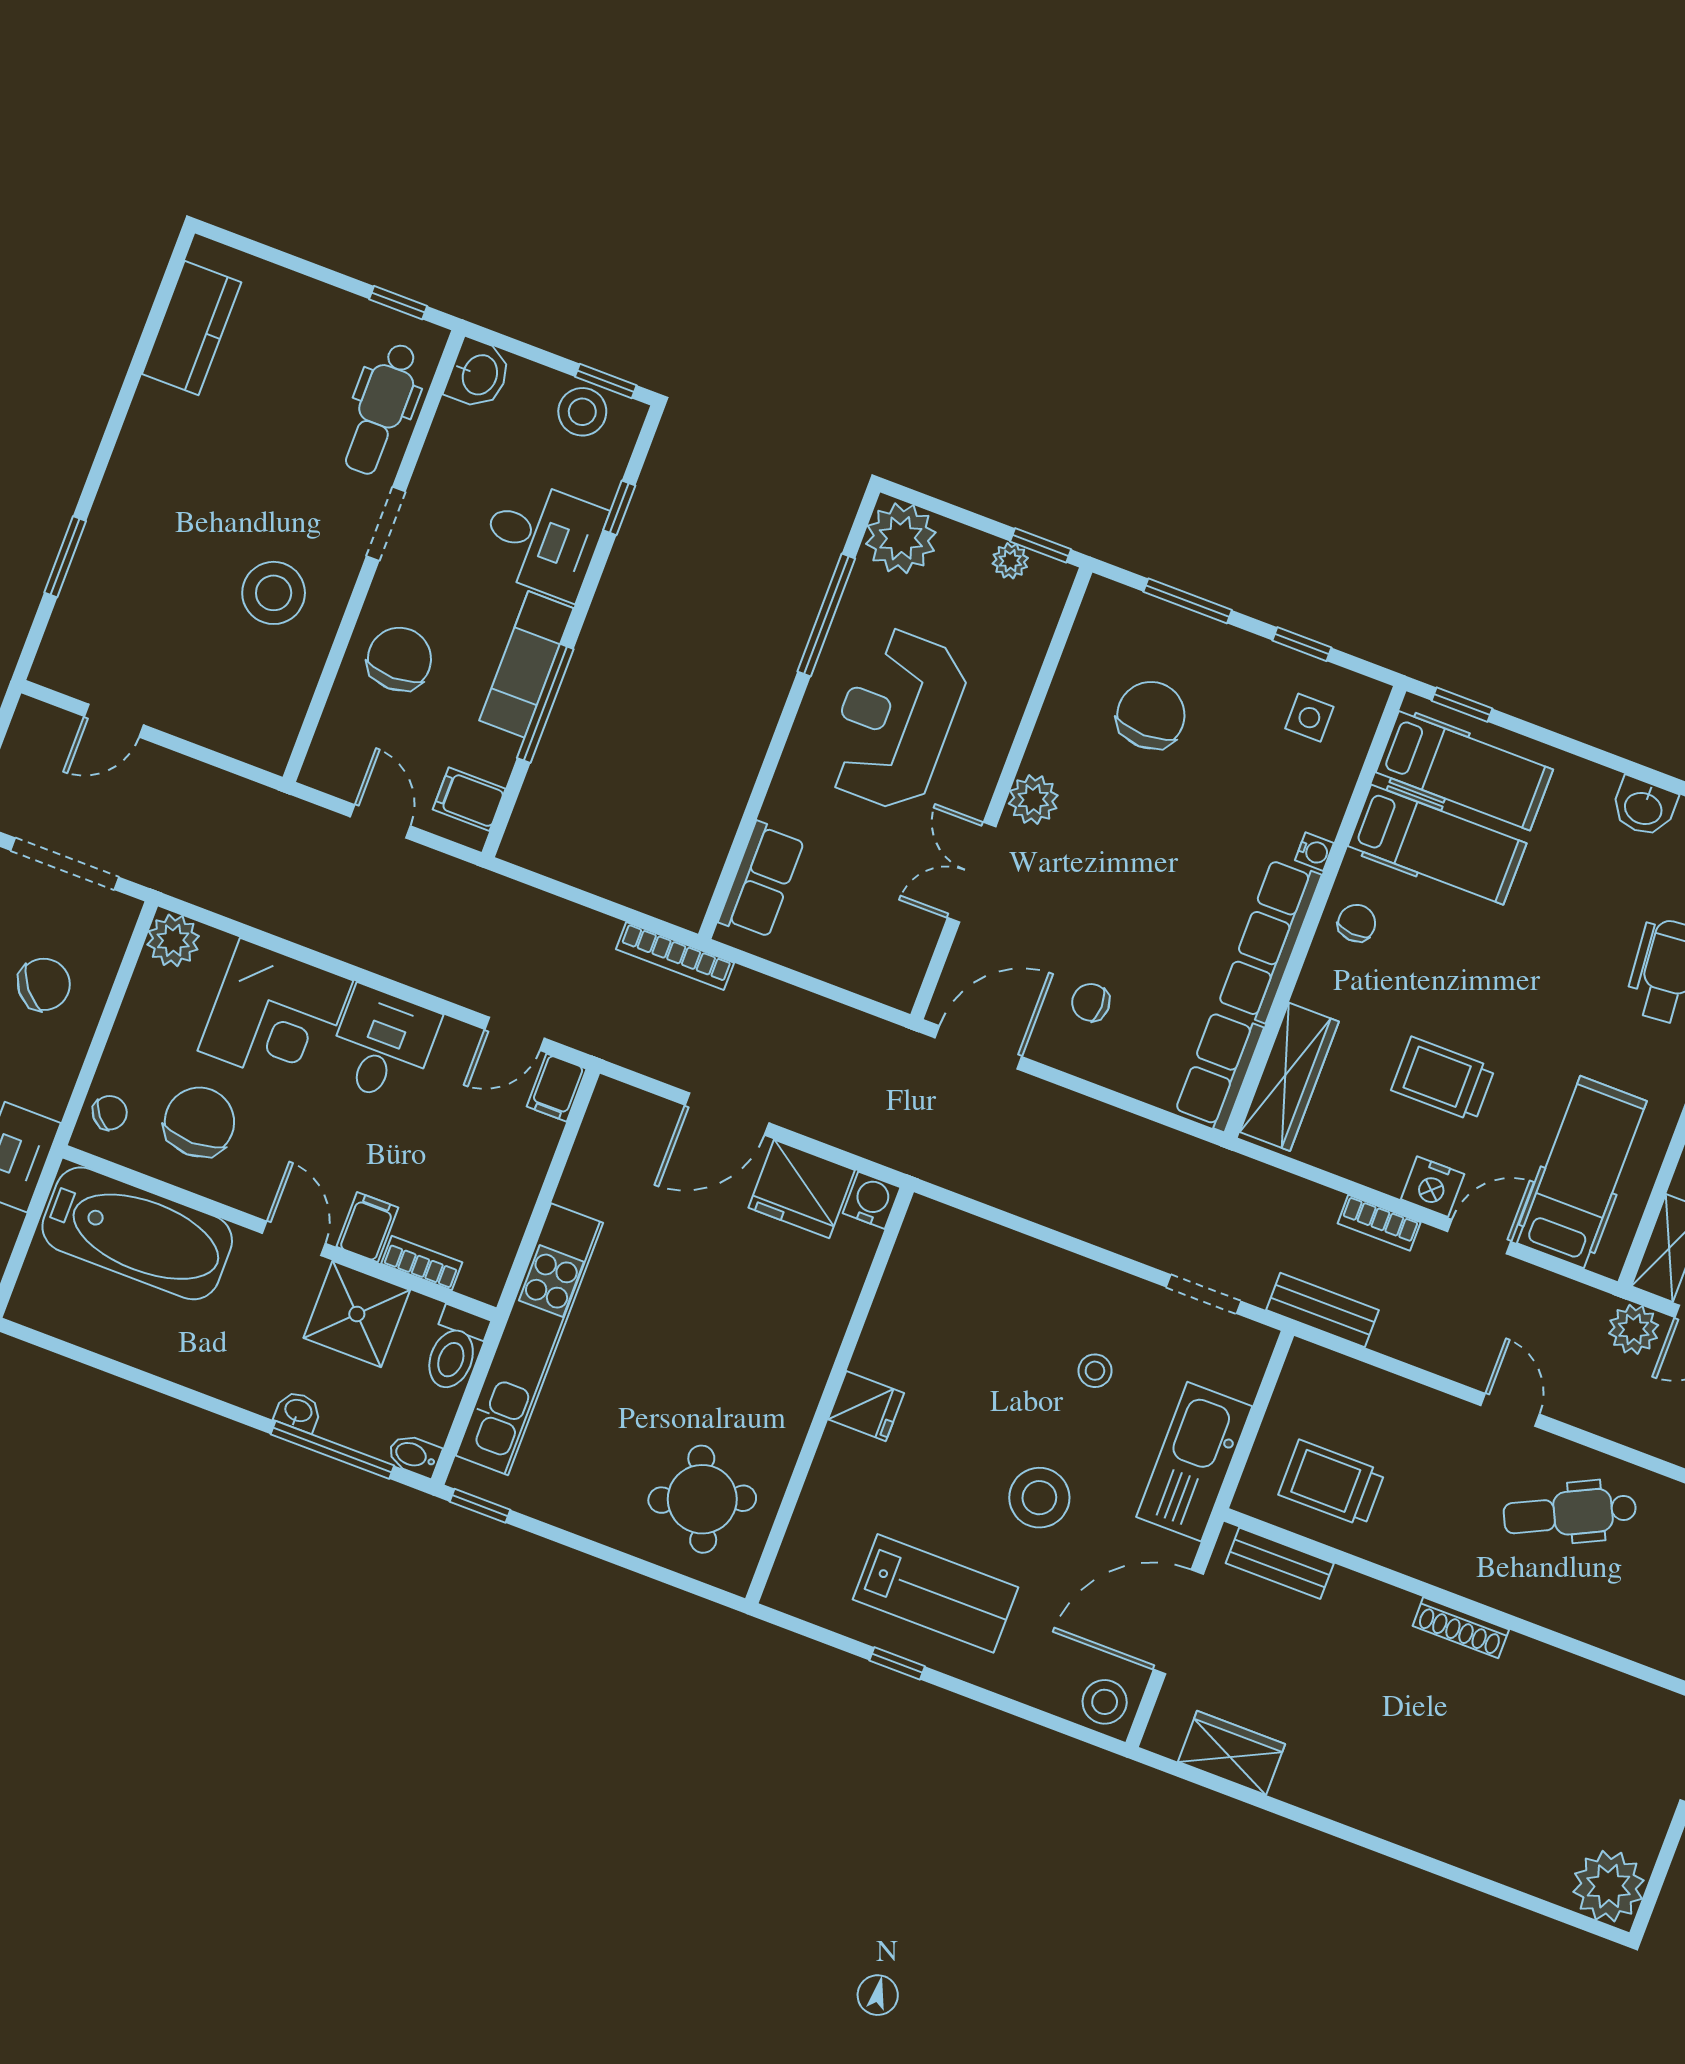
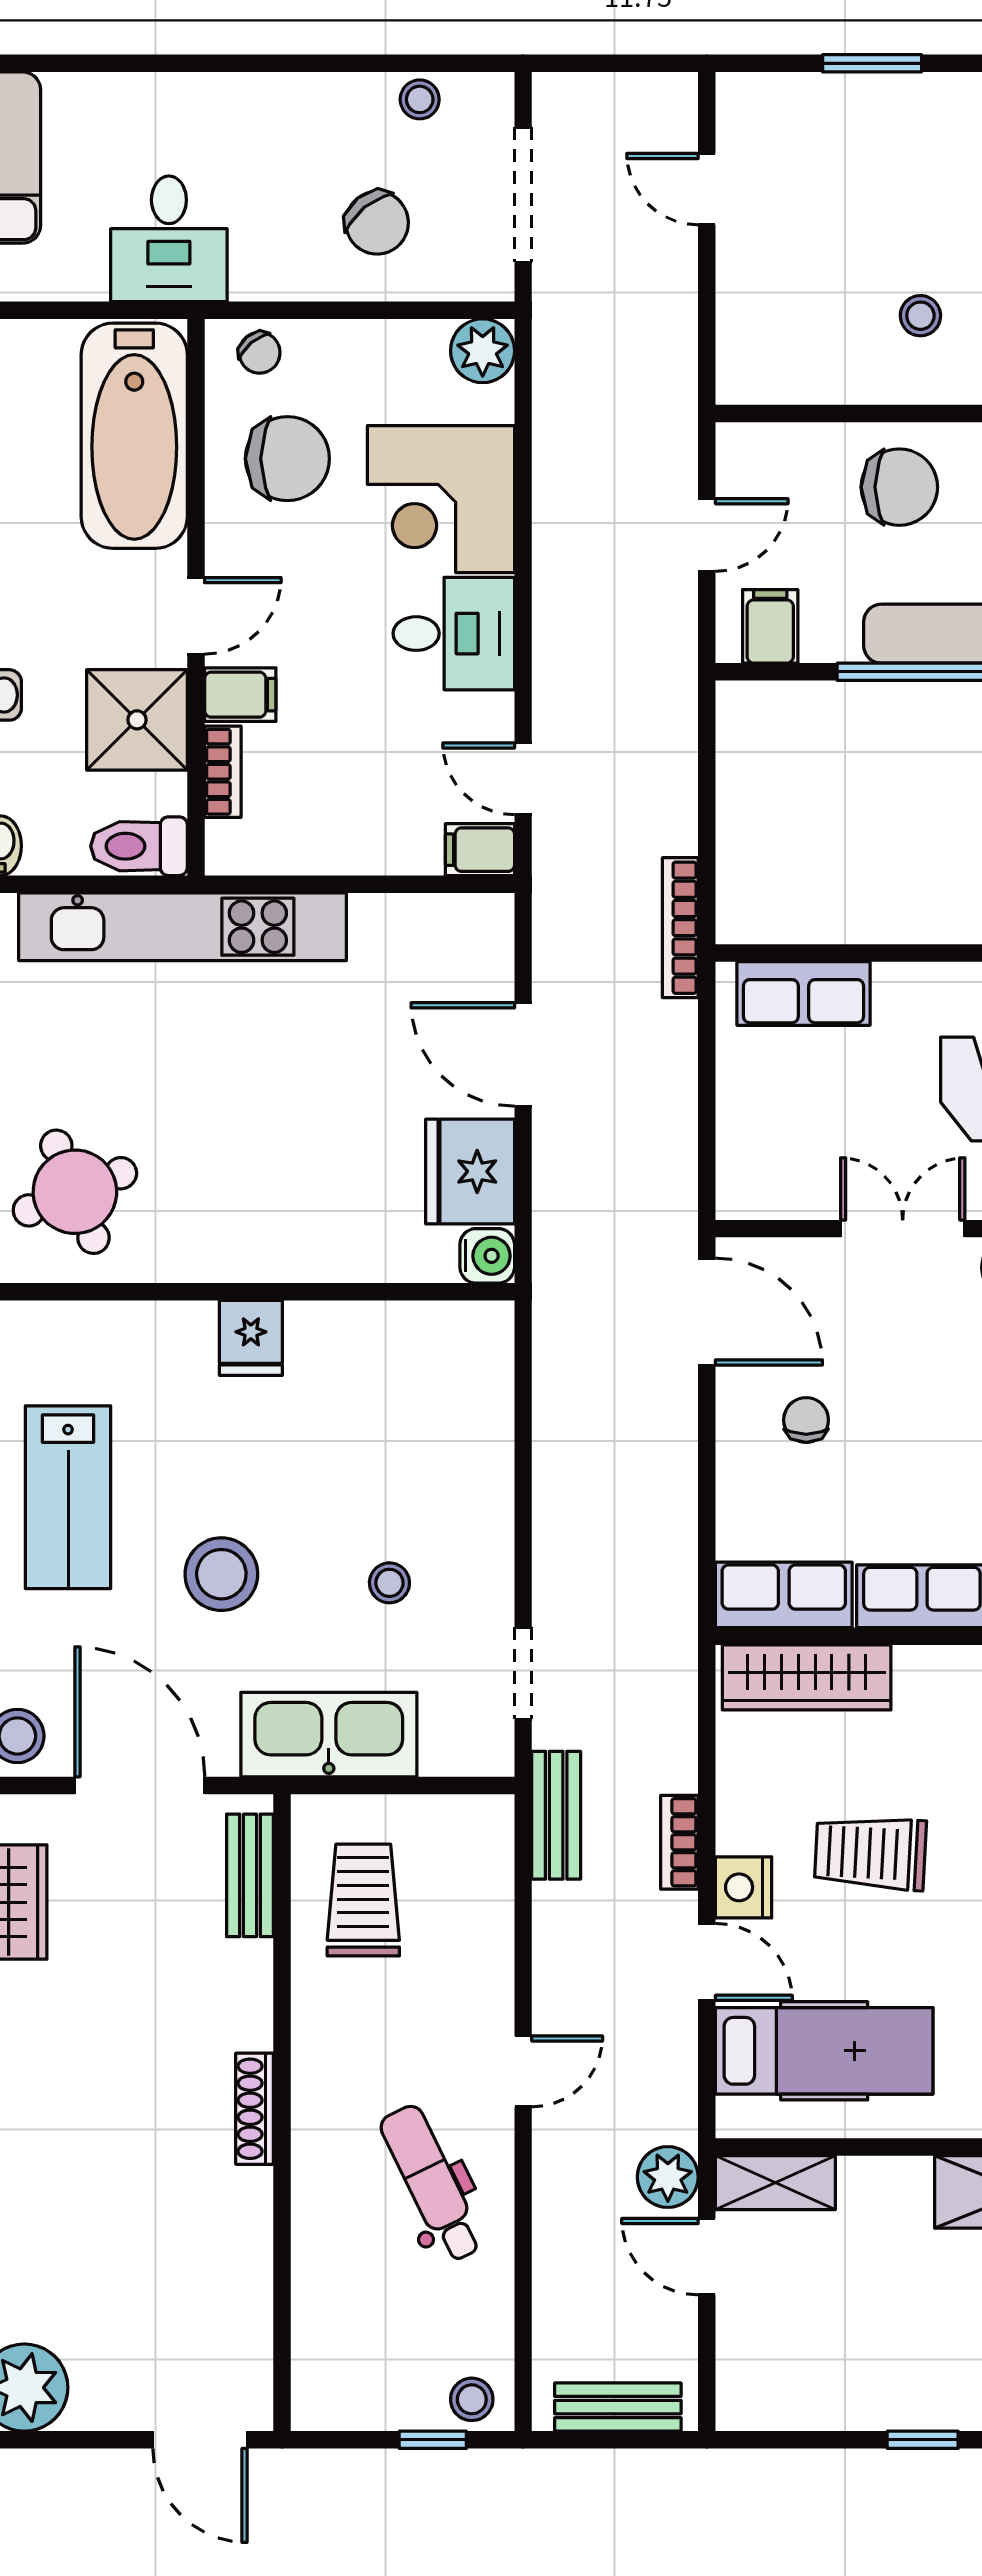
stool: (274, 593) -> (920, 316), width x0.53, depth x0.53
trolley: (1443, 1079) -> (870, 1853), turned -87

